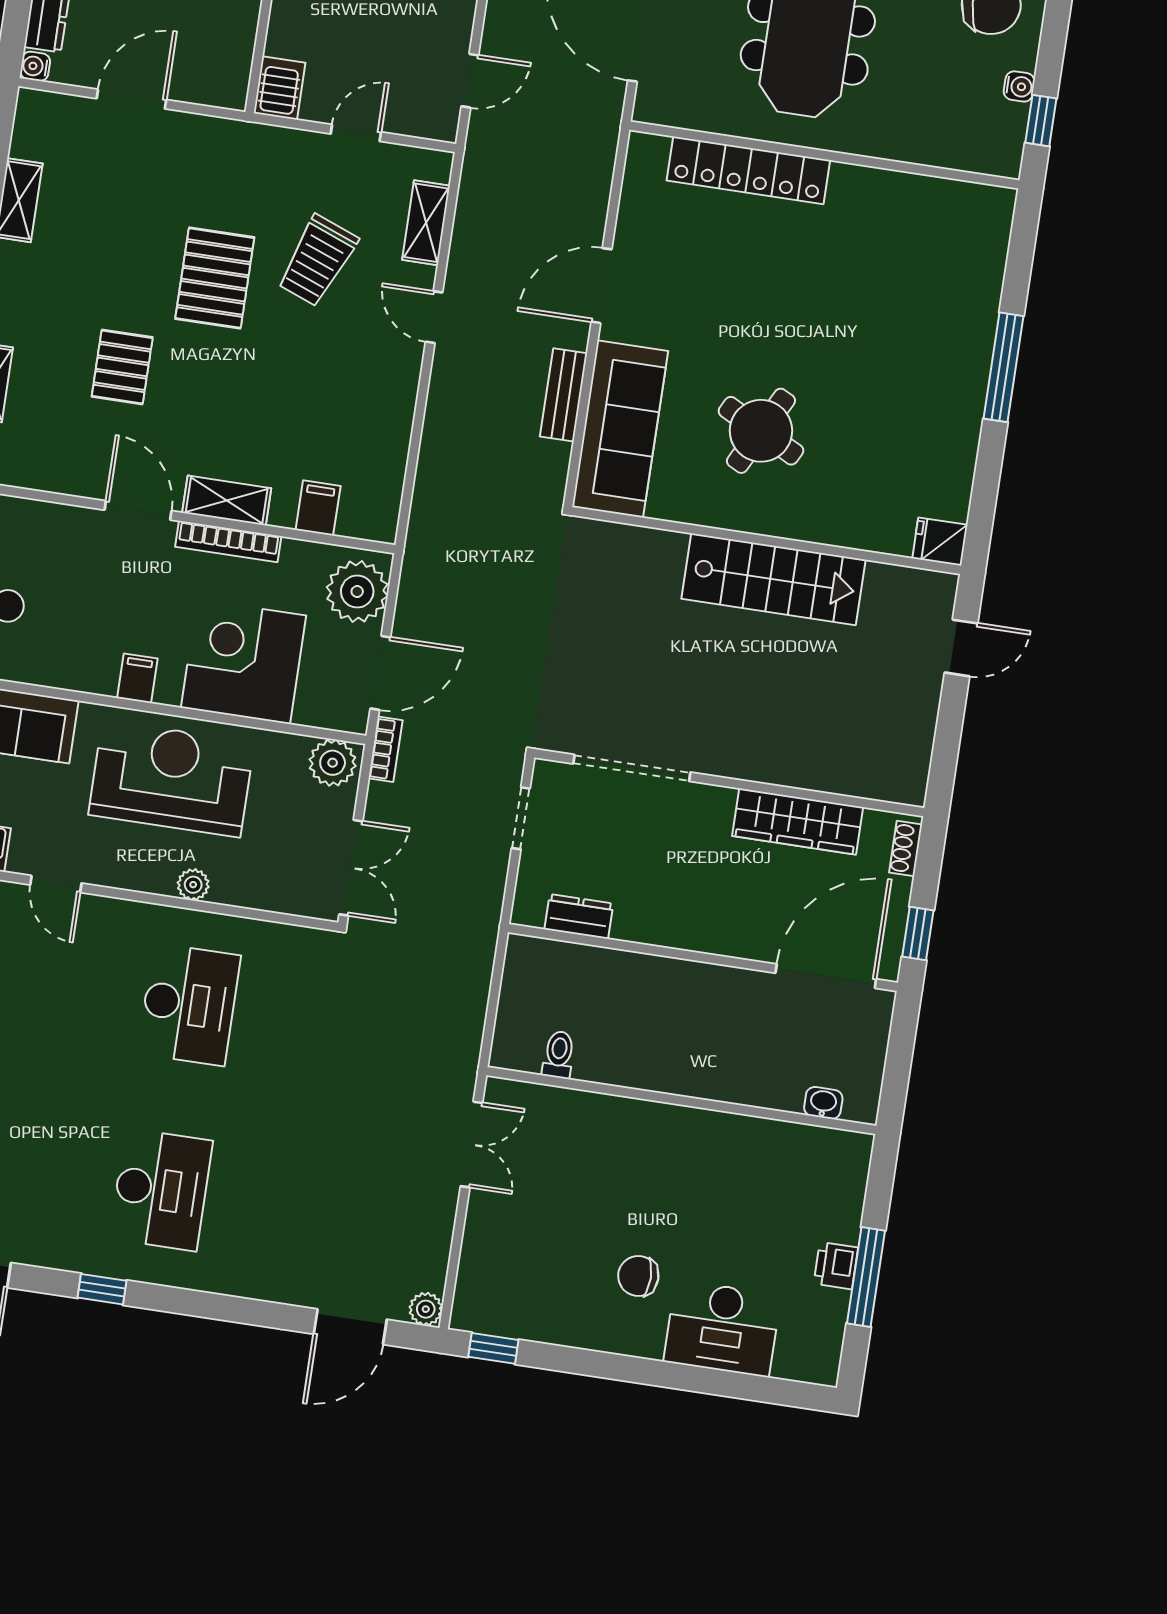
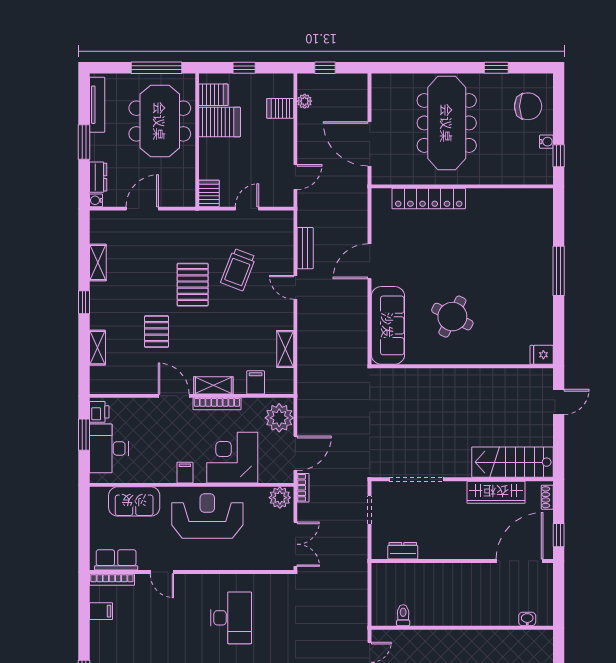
shelving: (426, 223) -> (285, 349), moved
bench: (564, 395) -> (305, 248), moved
stairs: (774, 579) -> (512, 462), moved, turned 180
plant: (193, 885) -> (225, 563), removed

